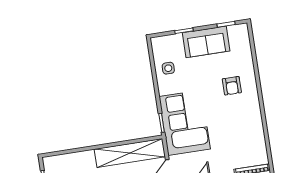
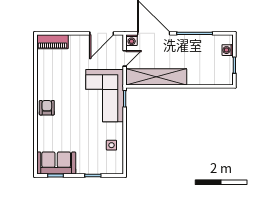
sofa: (206, 42) -> (56, 163), moved
armchair: (232, 86) -> (47, 108), moved

